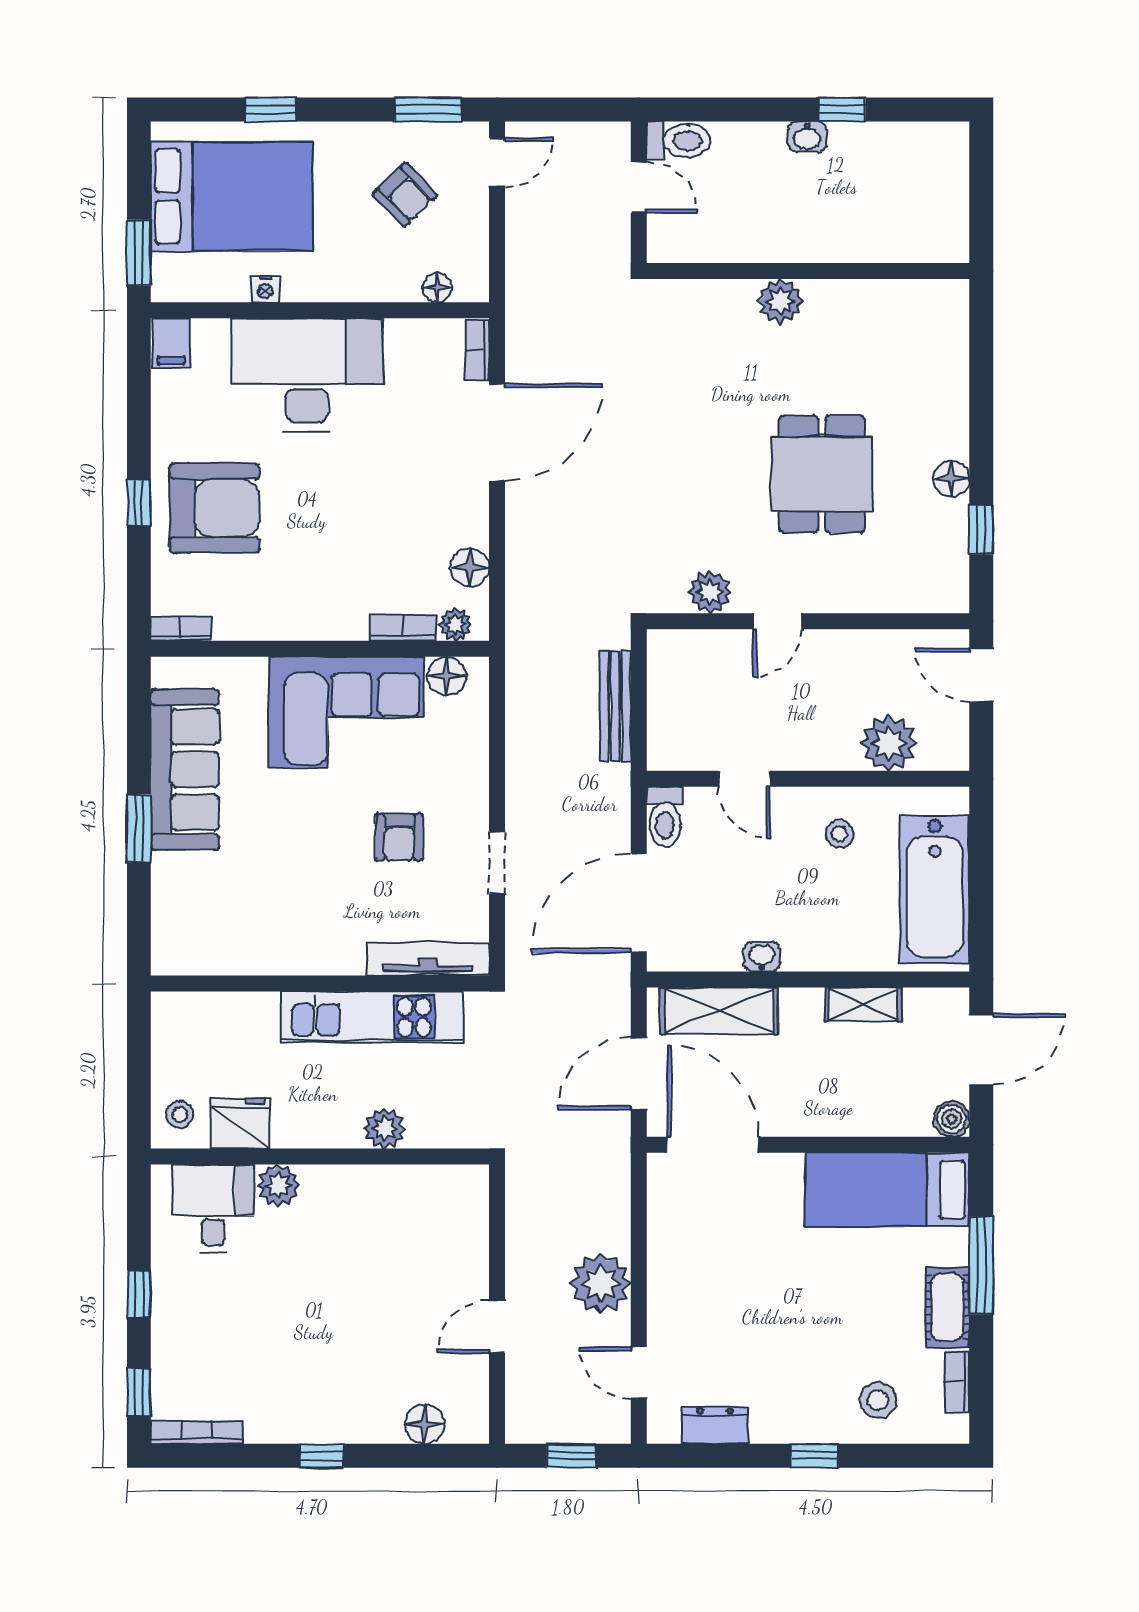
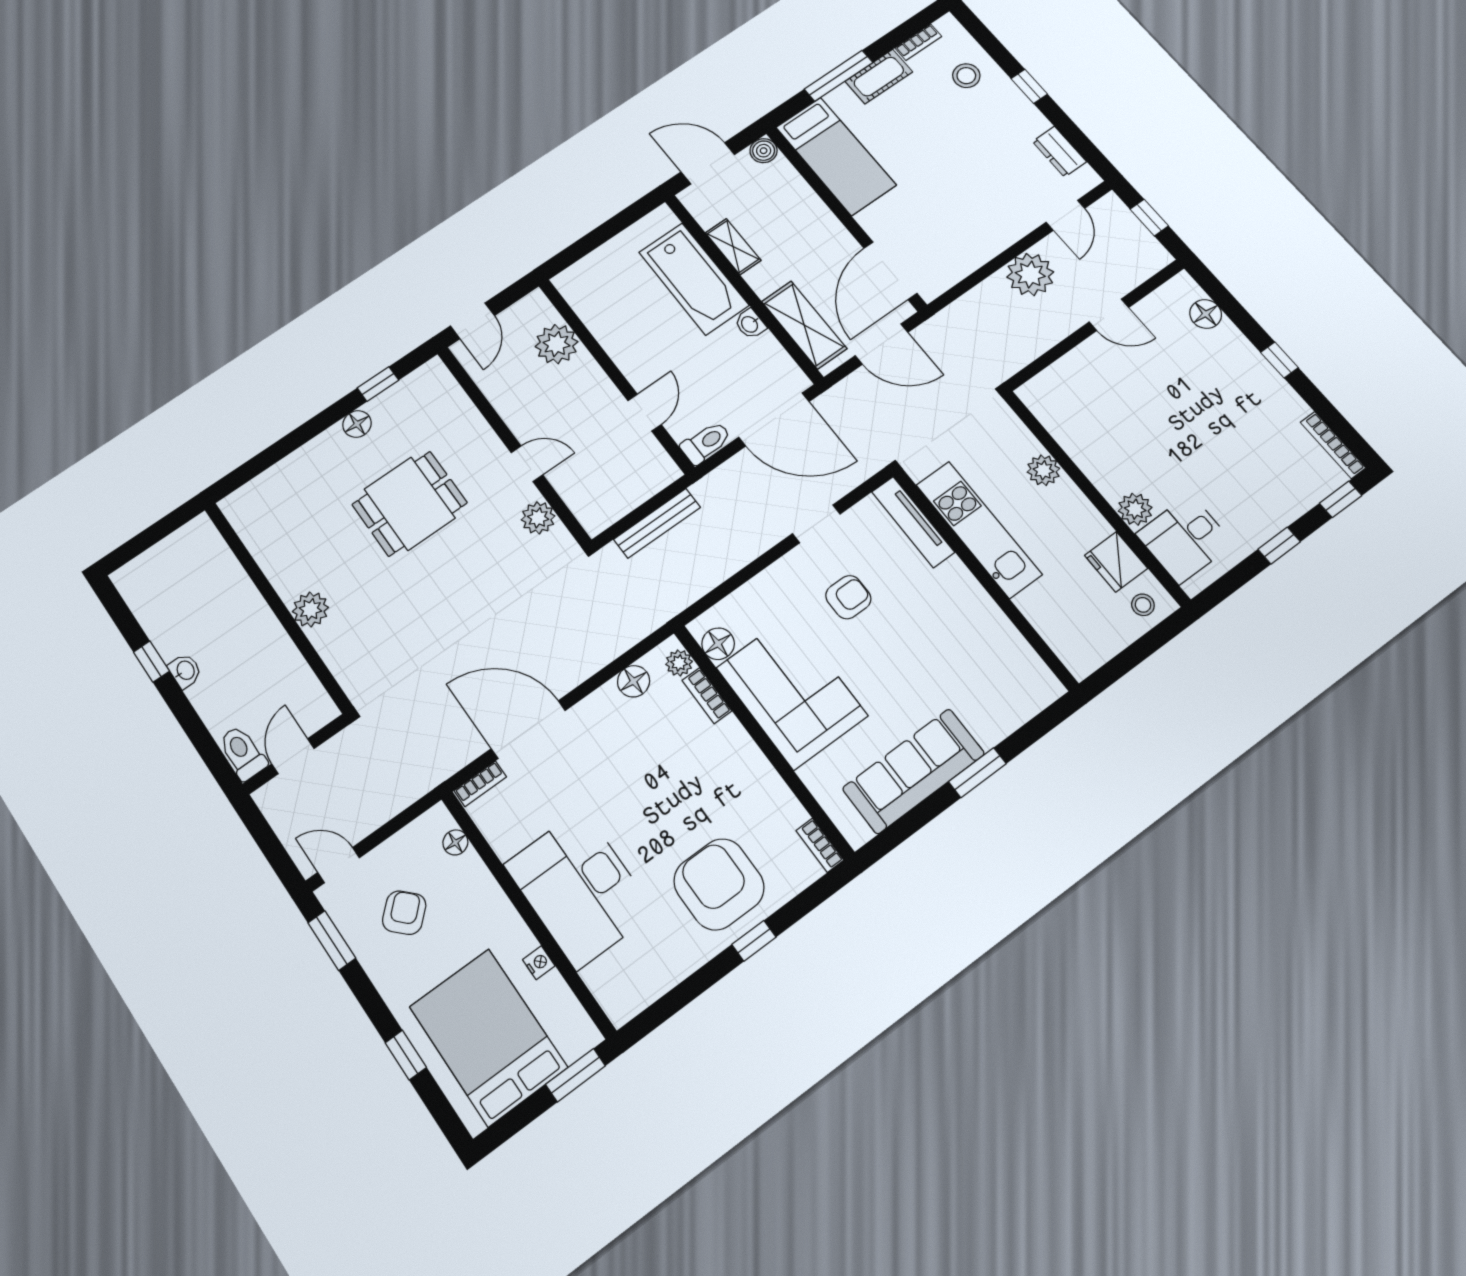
filing cabinet: (171, 343) -> (624, 1002), removed
stool: (839, 834) -> (637, 333), removed
bathtub: (935, 889) -> (694, 279), moved, turned 90

